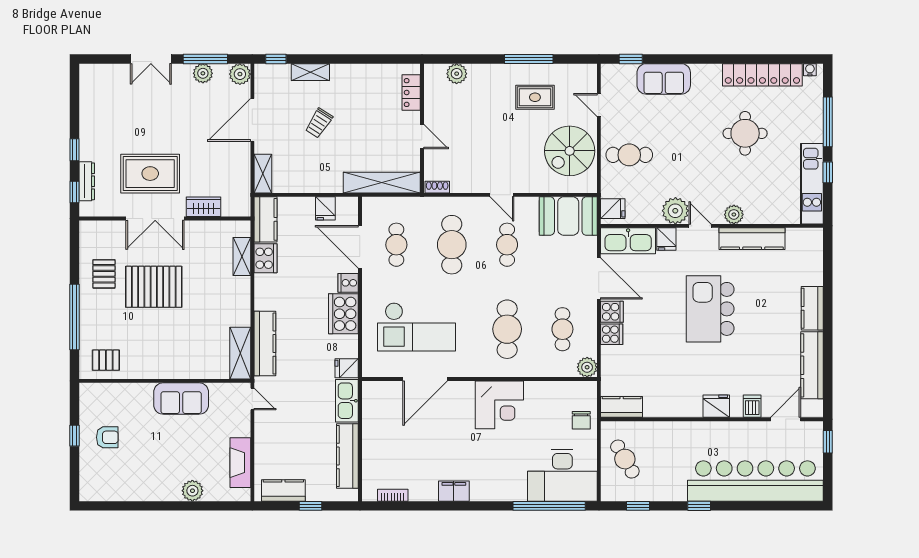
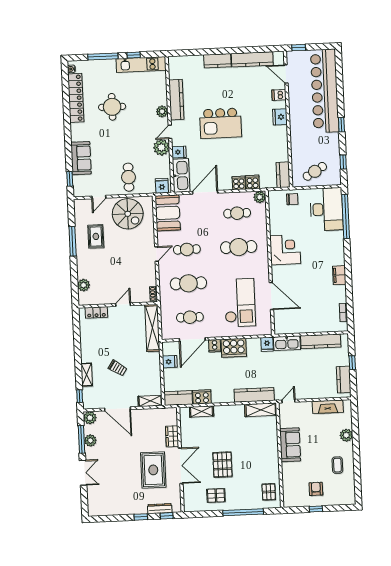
pallet: (154, 287) -> (222, 465), width x0.73, depth x0.71
cooker: (612, 312) -> (253, 182), moved
coffee table: (145, 474) -> (337, 465), added

